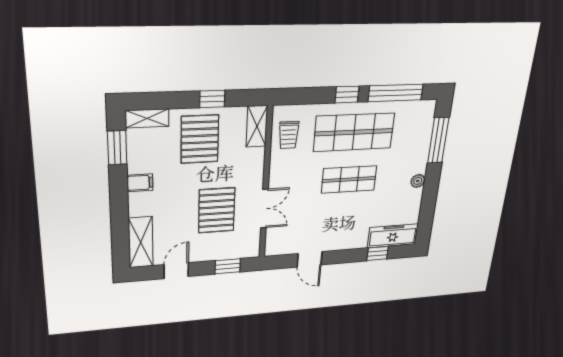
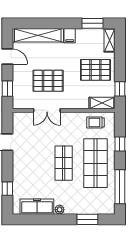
window: (347, 95) -> (120, 144), moved
window: (212, 99) -> (120, 89), moved
window: (438, 140) -> (87, 219), width x0.69
freezer: (393, 236) -> (37, 207), moved, turned -90
shelving: (141, 242) -> (38, 35), width x1.47

